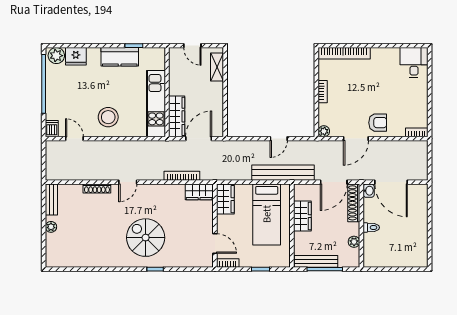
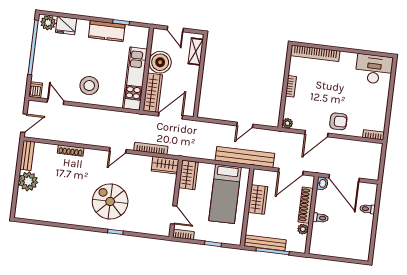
desk: (414, 62) -> (374, 69), width x1.37
boiler: (181, 83) -> (160, 62), added
door: (44, 165) -> (24, 123), added
door: (128, 182) -> (118, 150), moved
shoe rack: (354, 203) -> (306, 205), moved
toilet: (420, 212) -> (367, 209), added
plant: (51, 227) -> (28, 181), width x1.88, depth x1.88

